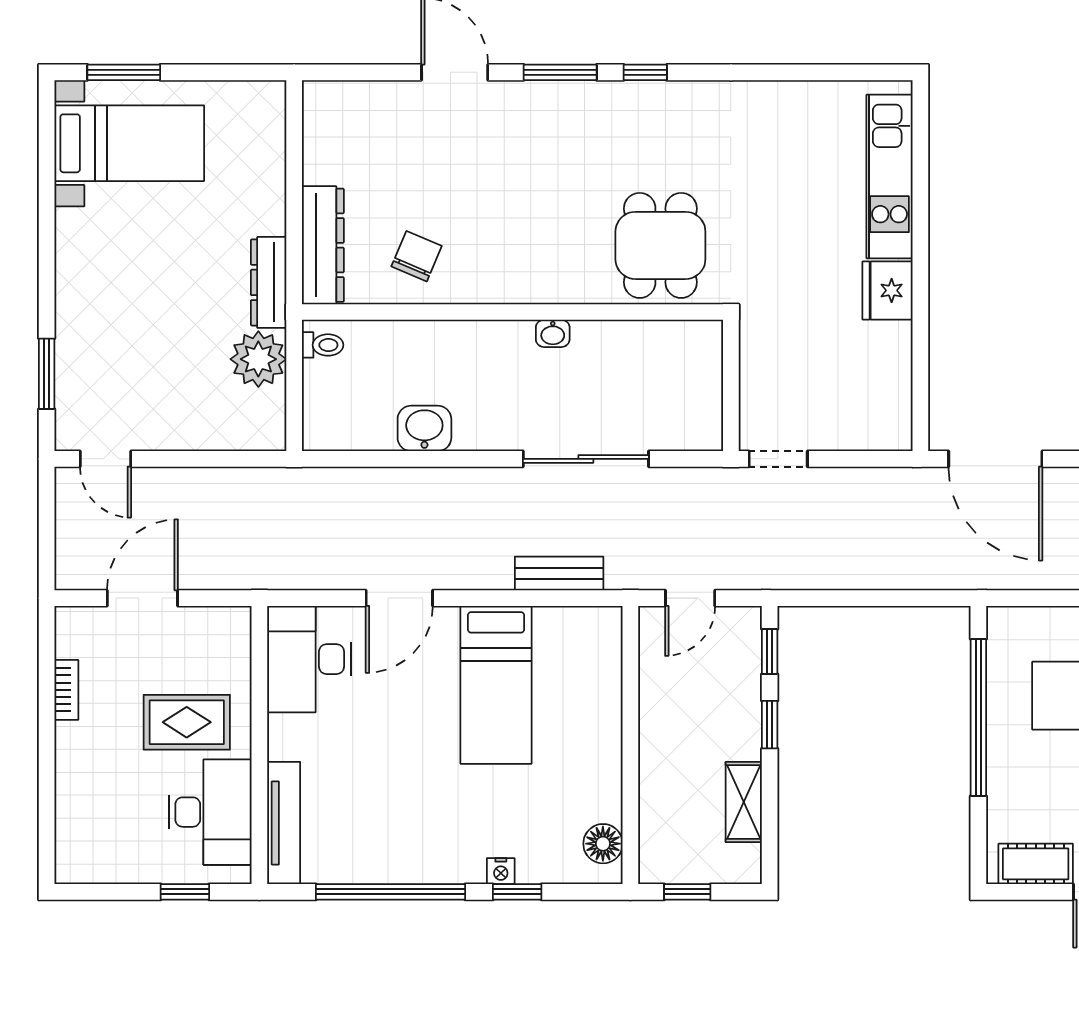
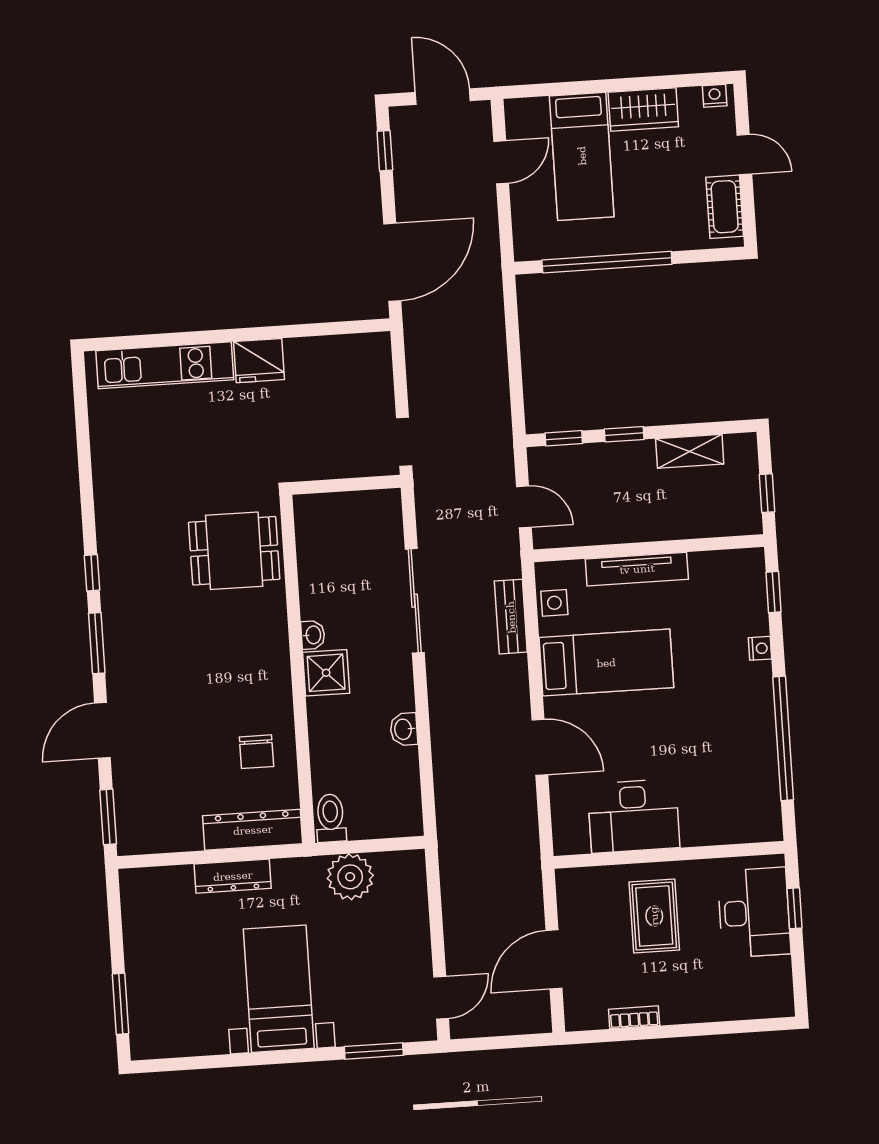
window: (350, 72) -> (108, 817), added
bed with nightstands: (129, 143) -> (279, 989), moved
chair: (417, 256) -> (256, 752), turned -113
dresser: (269, 282) -> (233, 876), moved
toilet: (323, 345) -> (331, 818), width x1.37, depth x1.39
shower: (506, 346) -> (326, 673), added
washbasin: (424, 428) -> (404, 729), width x0.72, depth x0.69
door: (142, 598) -> (554, 959), hinge flipped
side table: (572, 627) -> (554, 603), added
desk: (309, 659) -> (634, 816), moved
desk: (210, 812) -> (754, 912), moved, turned 90
tv unit: (284, 823) -> (637, 569), moved, turned 180
floor lamp: (603, 844) -> (732, 565), removed
window: (517, 892) -> (774, 592), moved

